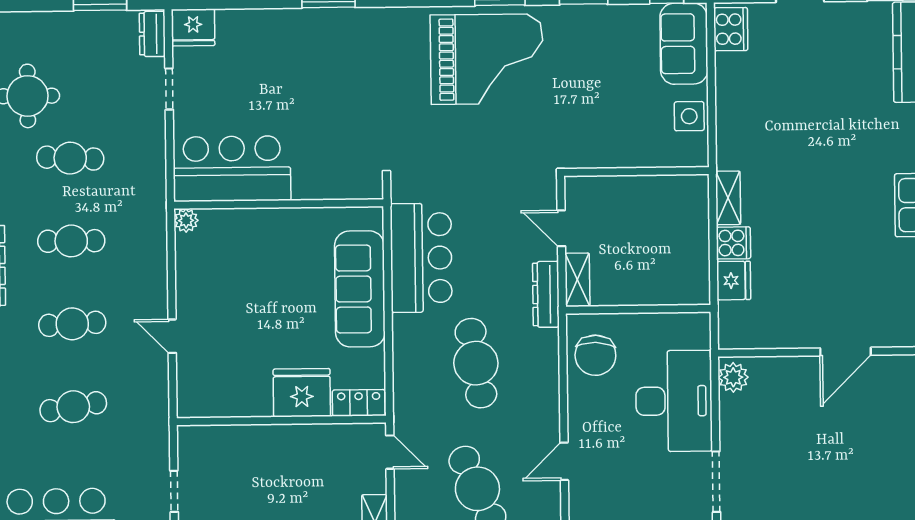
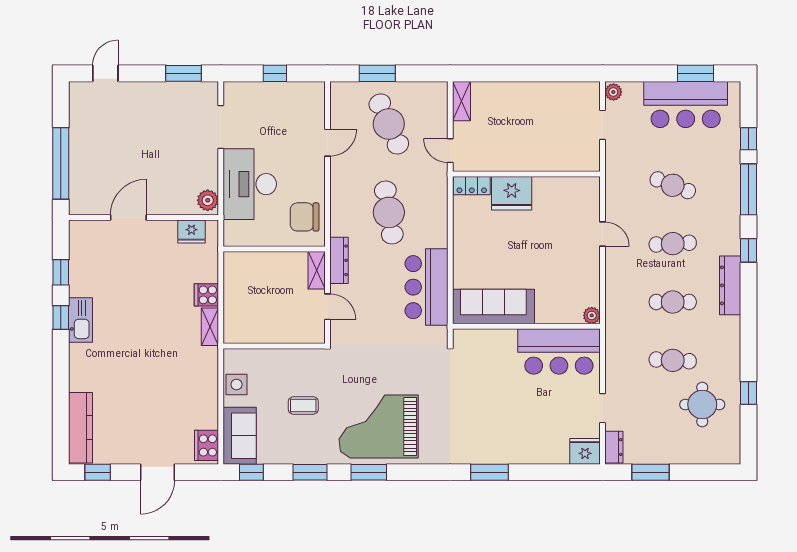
coffee table: (594, 88) -> (303, 405), added
fridge: (734, 281) -> (192, 232), moved, turned -90
sofa: (360, 289) -> (493, 306), moved, turned -90
chair: (595, 355) -> (305, 217), turned -92
cafe table: (73, 407) -> (673, 185), turned 30

